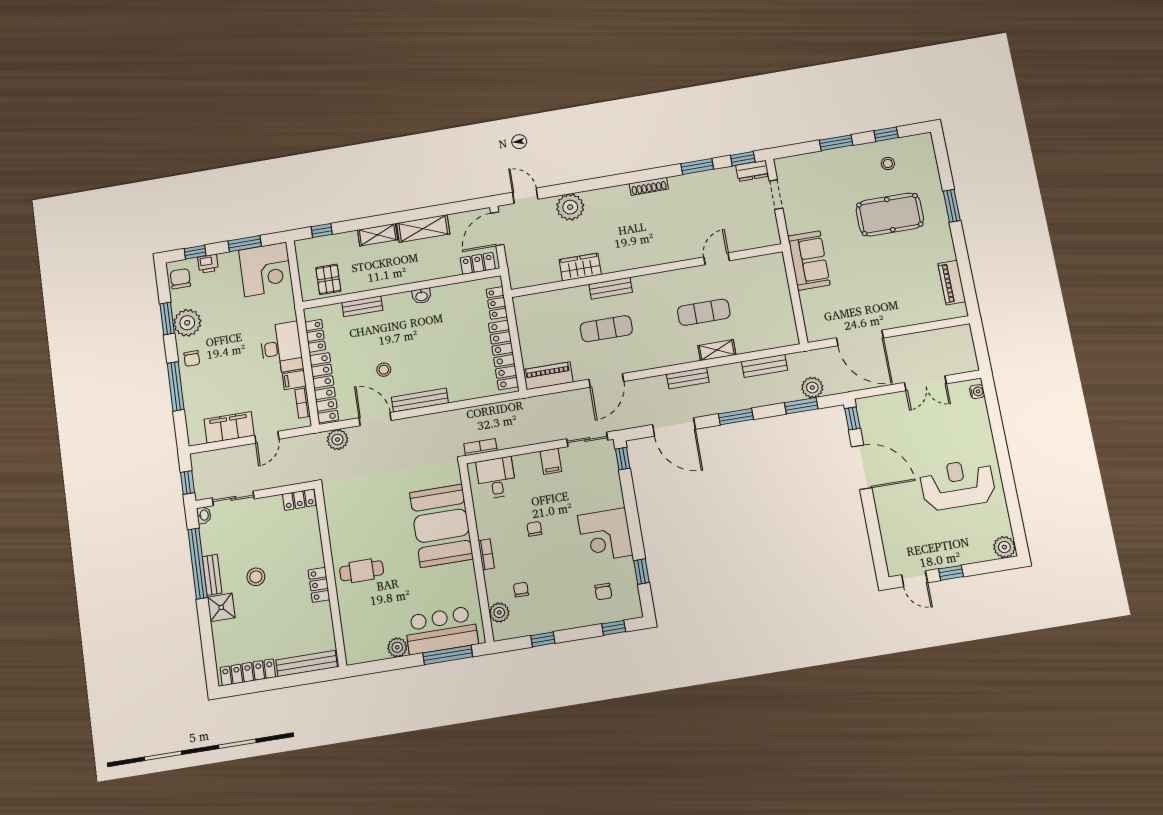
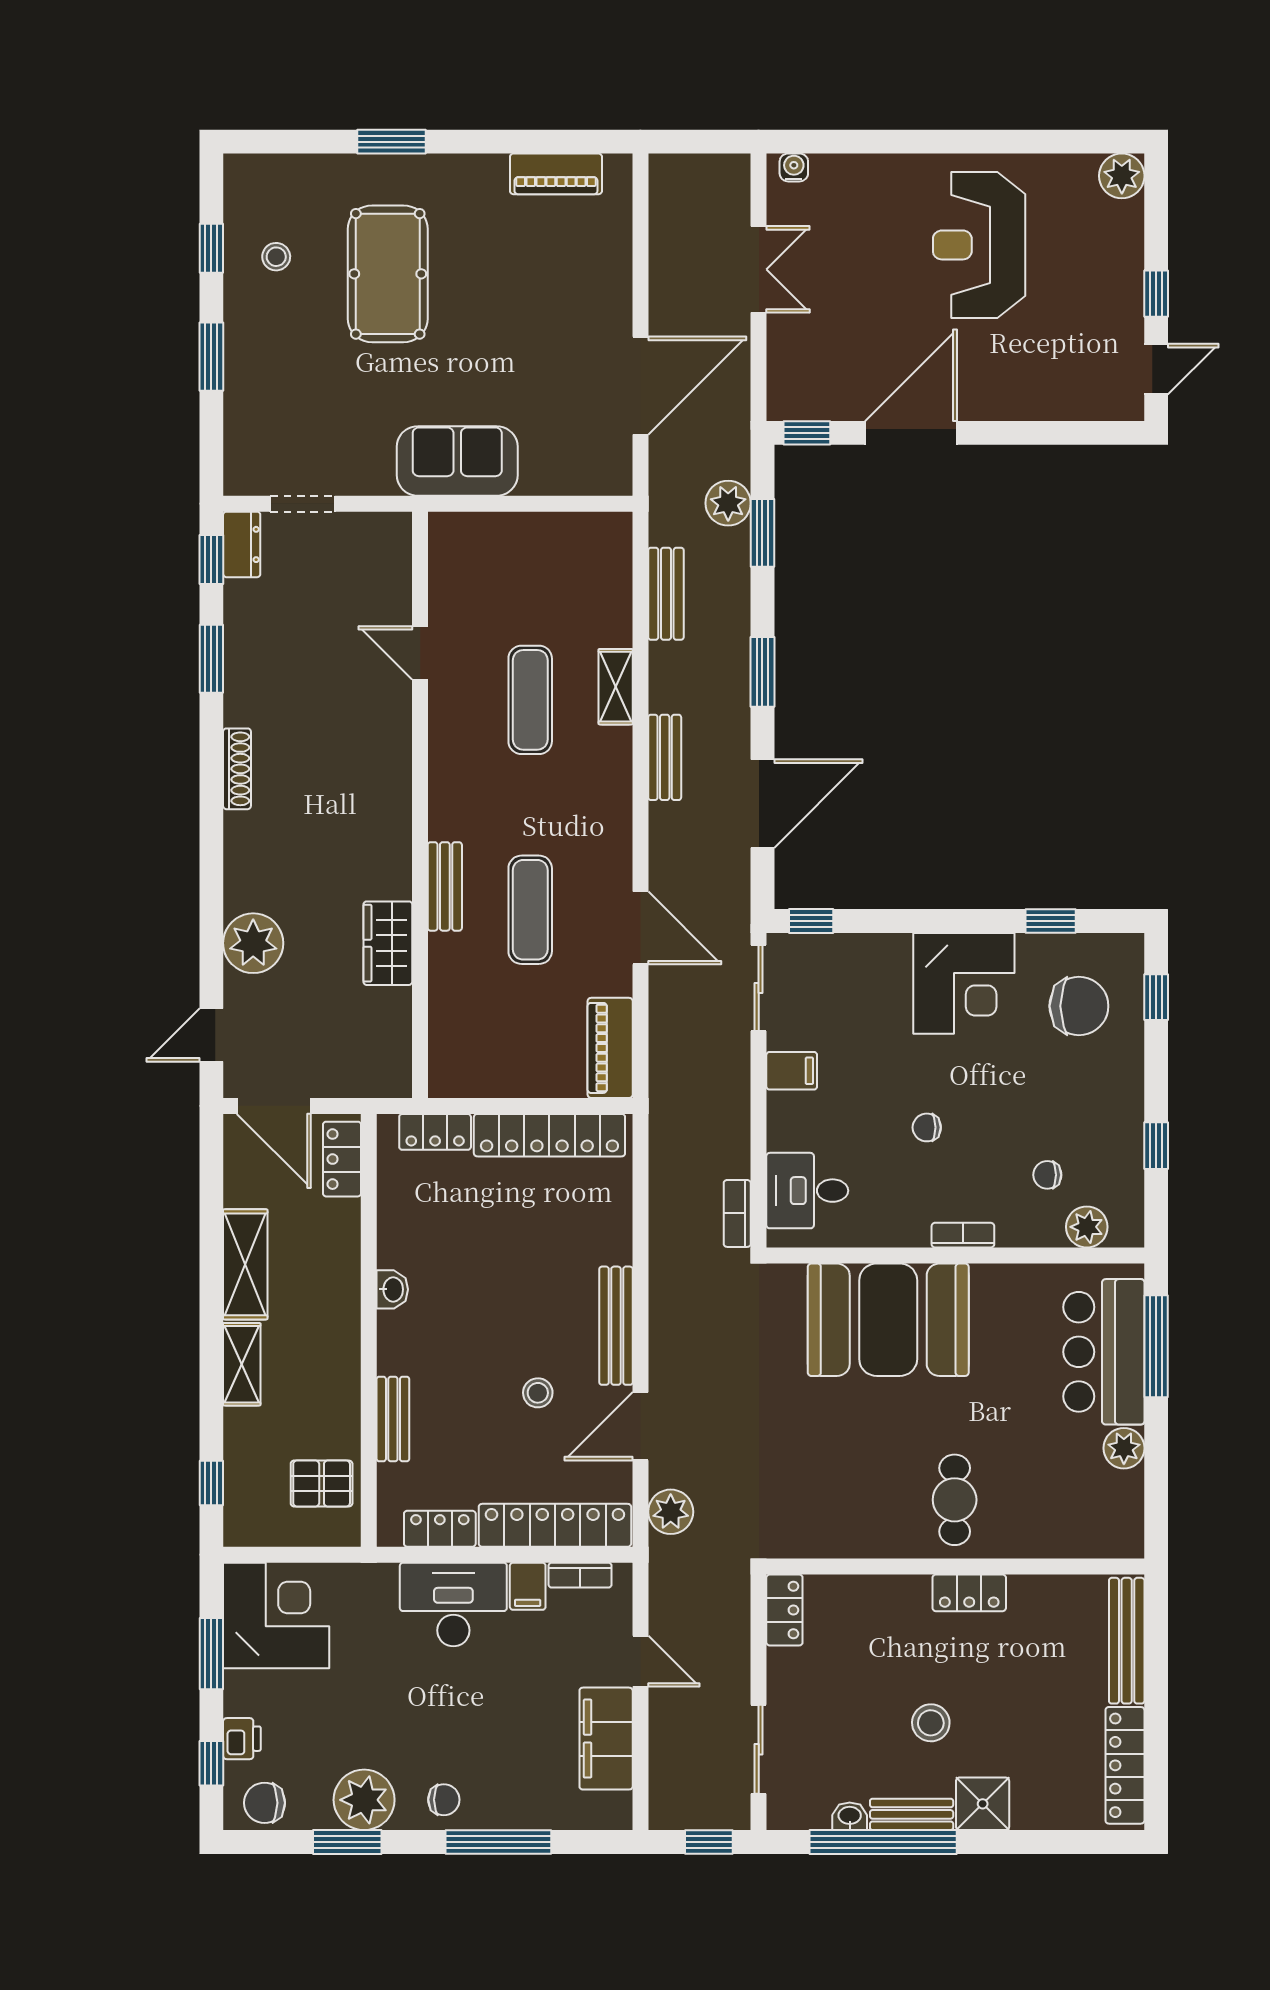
washbasin: (204, 515) -> (850, 1816), moved
chair: (603, 592) -> (1079, 1006), width x1.87, depth x1.87

